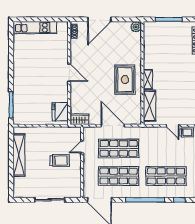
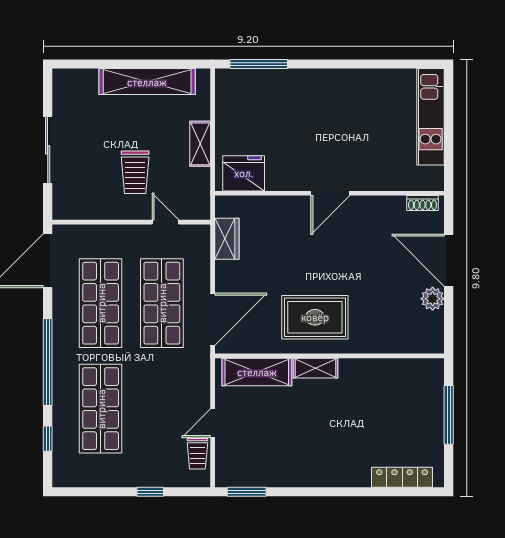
plant: (136, 27) -> (433, 299), moved
wardrobe: (79, 119) -> (227, 239), moved
door: (113, 126) -> (213, 319), moved
shelving: (47, 131) -> (200, 144), added

